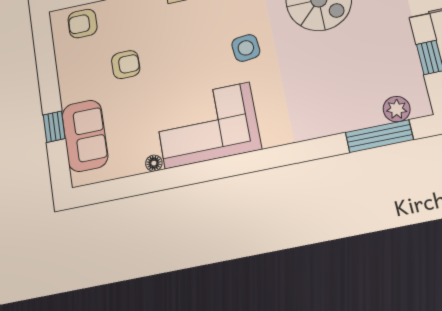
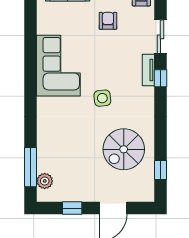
armchair: (126, 65) -> (108, 21), turned 180
floor lamp: (154, 163) -> (42, 29), removed

